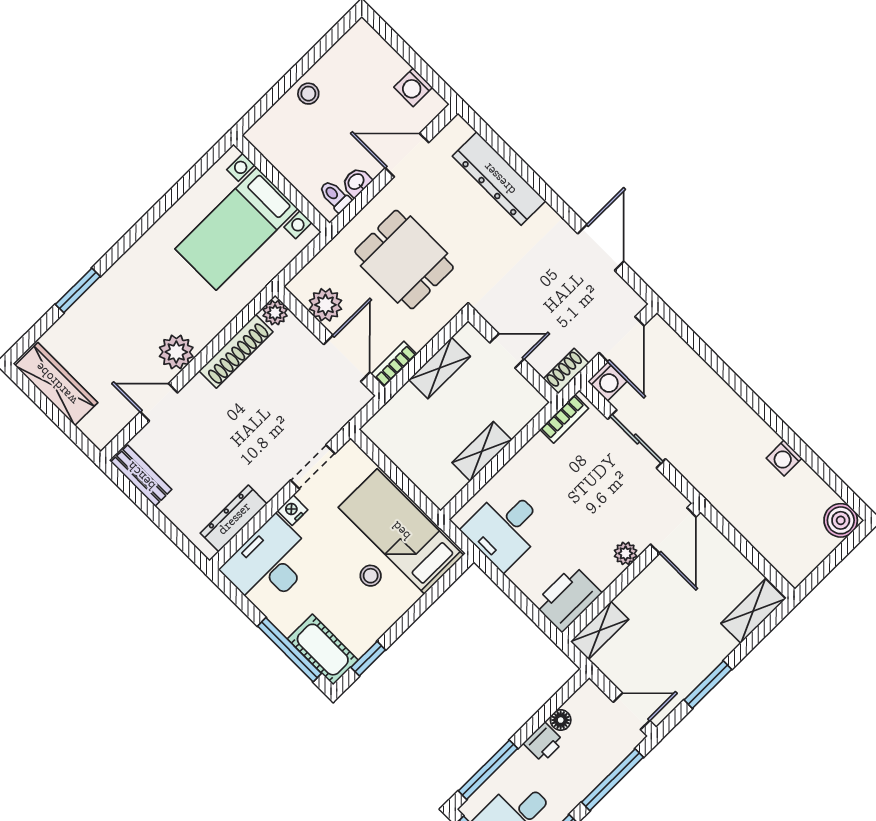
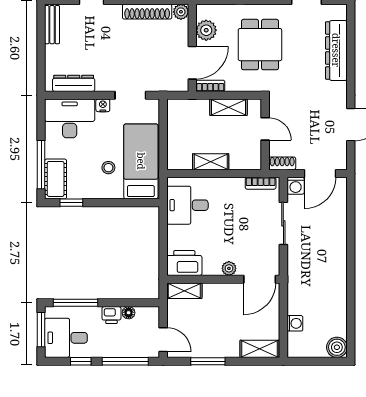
washing machine: (784, 458) -> (295, 323), moved, turned 180

